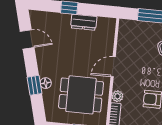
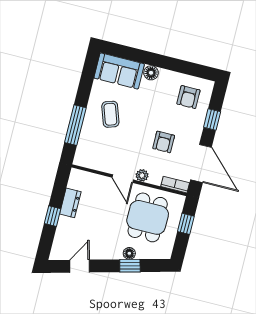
plant: (117, 96) -> (142, 175), moved

